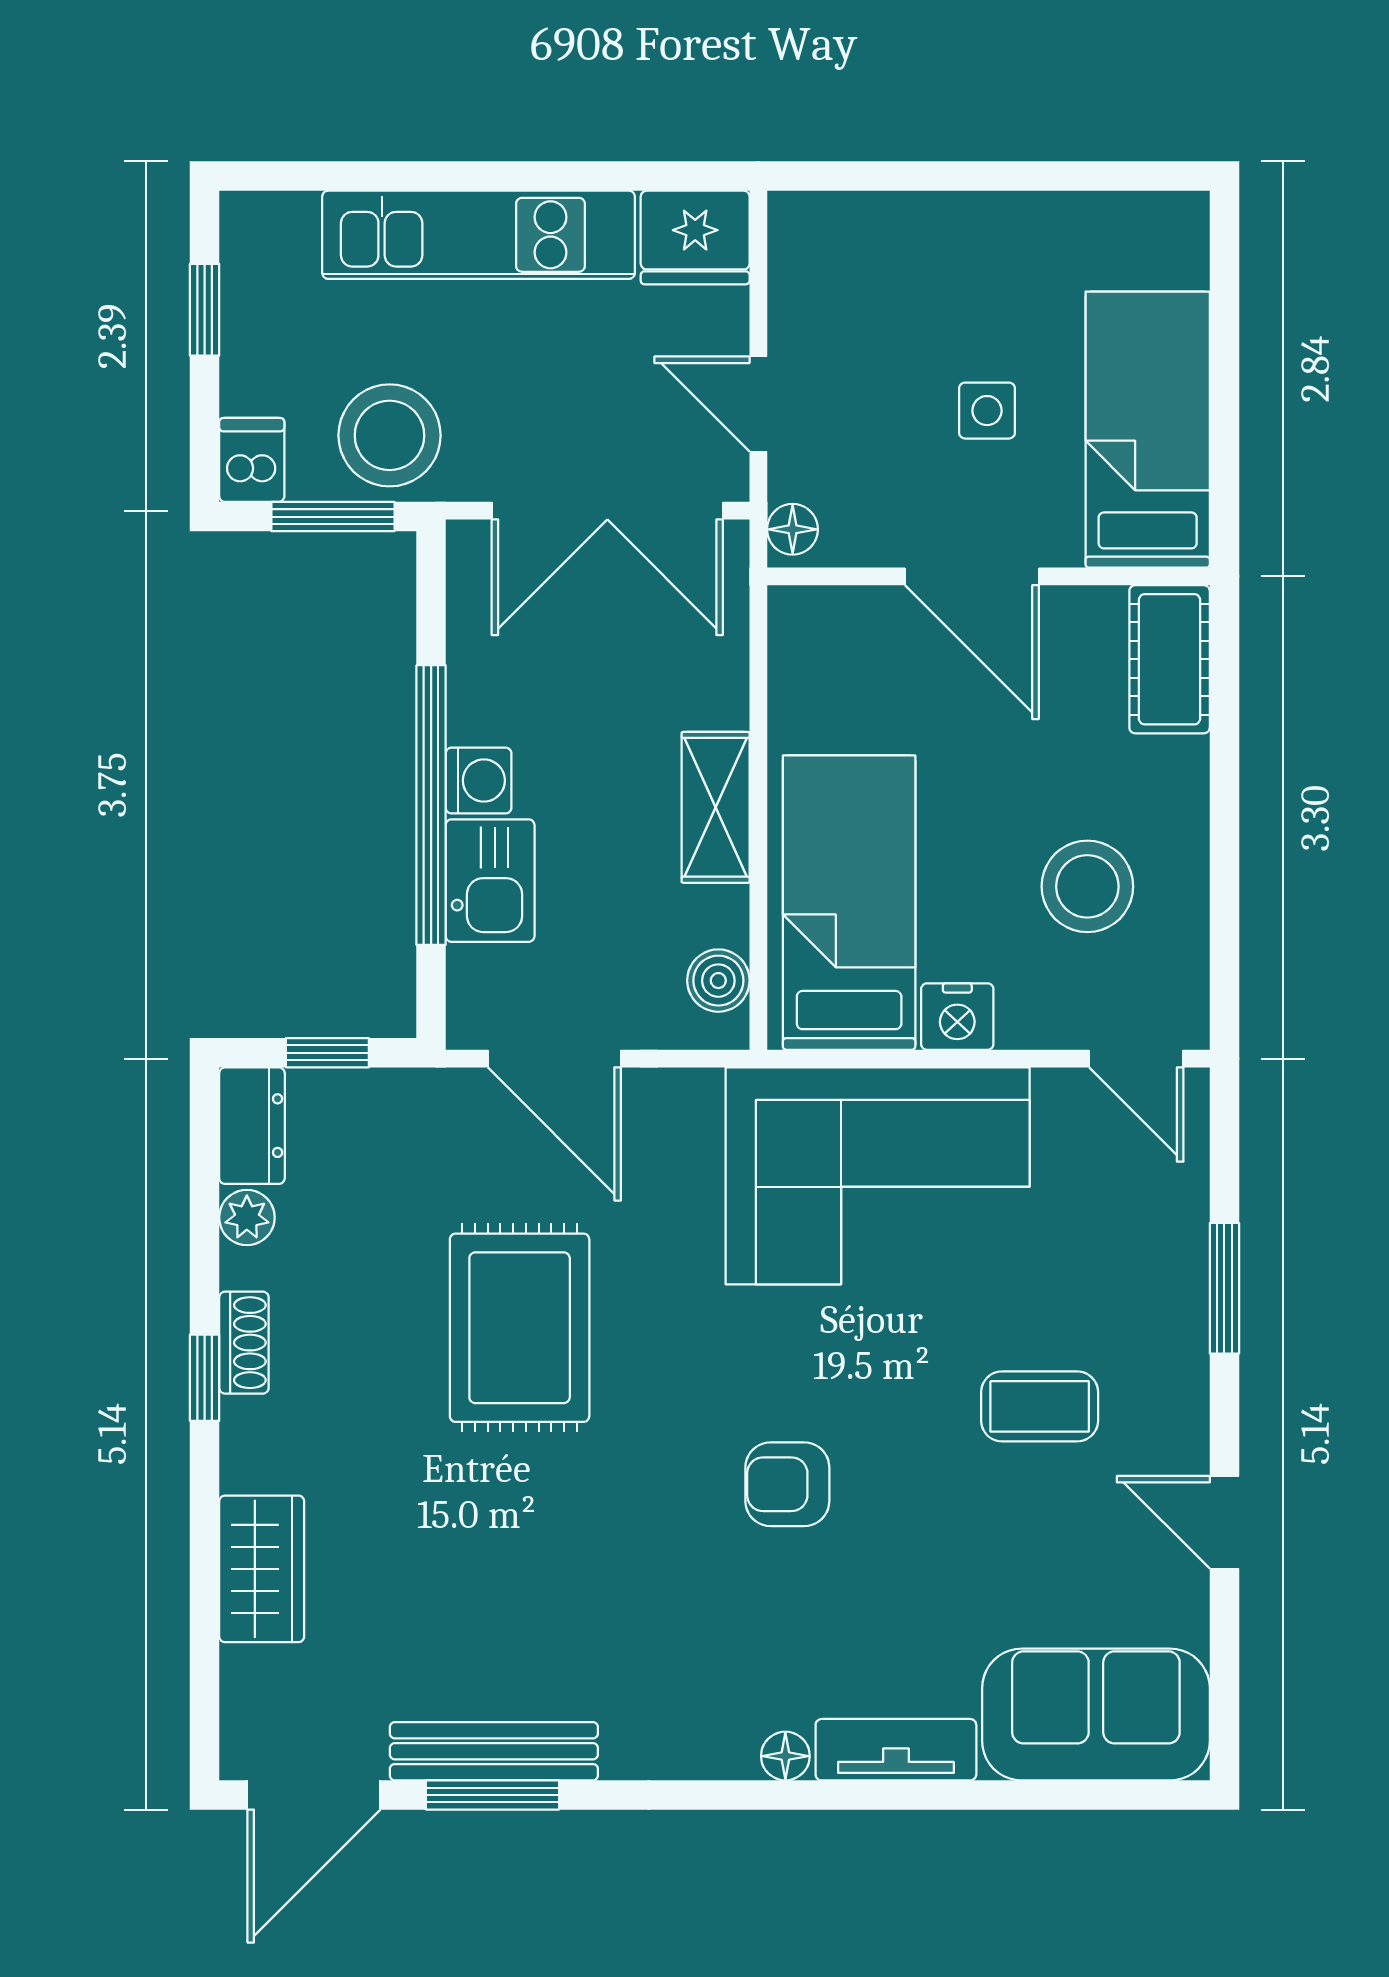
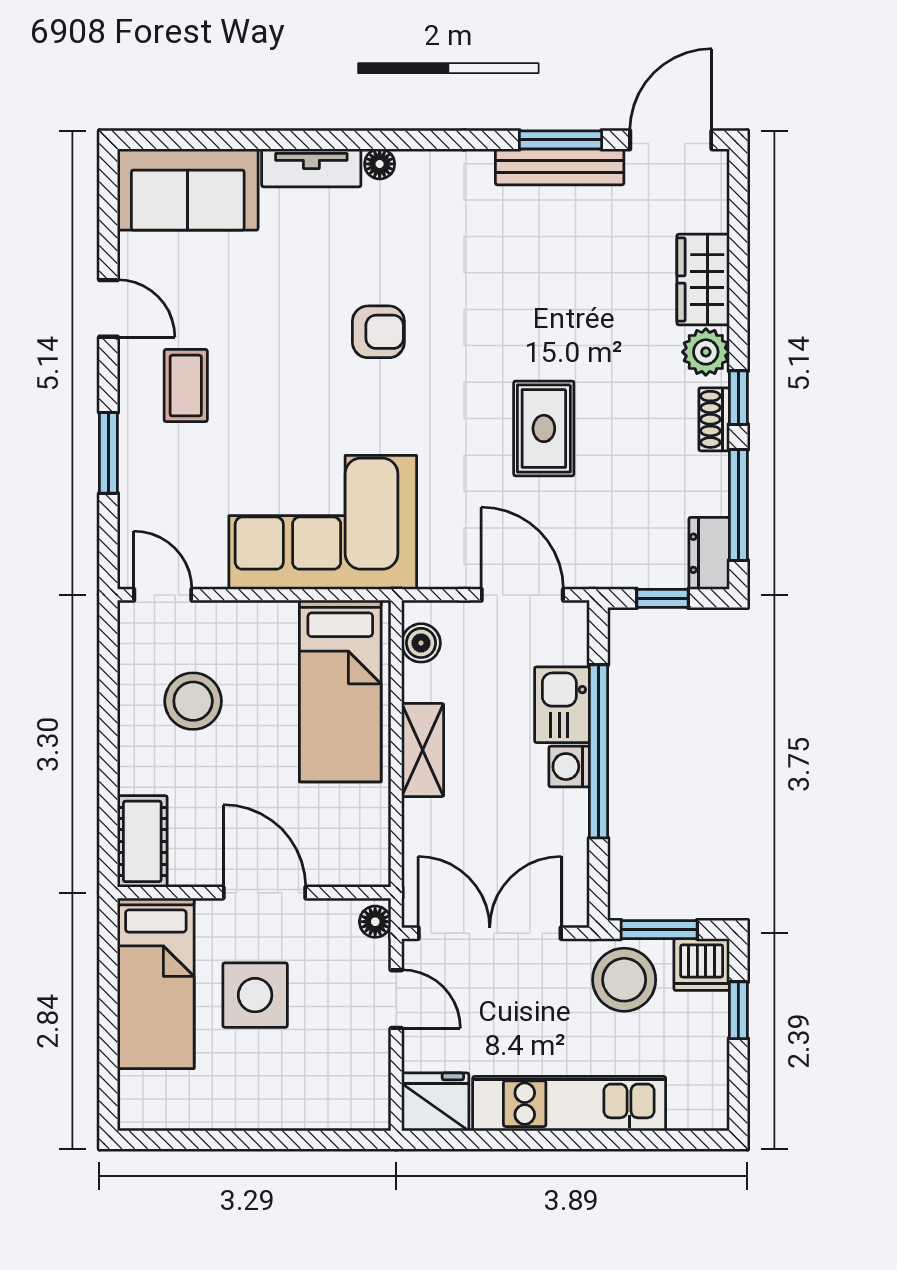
window: (205, 310) -> (738, 1010), moved
side table: (987, 411) -> (255, 995), width x1.87, depth x1.87
dishwasher: (252, 460) -> (702, 965), width x1.38
nightstand: (957, 1017) -> (273, 621), removed
window: (205, 1204) -> (738, 505), added
plant: (247, 1217) -> (706, 352), moved, width x1.38, depth x1.38
rug: (520, 1328) -> (544, 428), width x0.73, depth x0.70
coffee table: (1040, 1406) -> (186, 386), moved, turned 90

